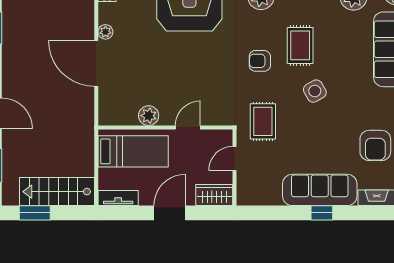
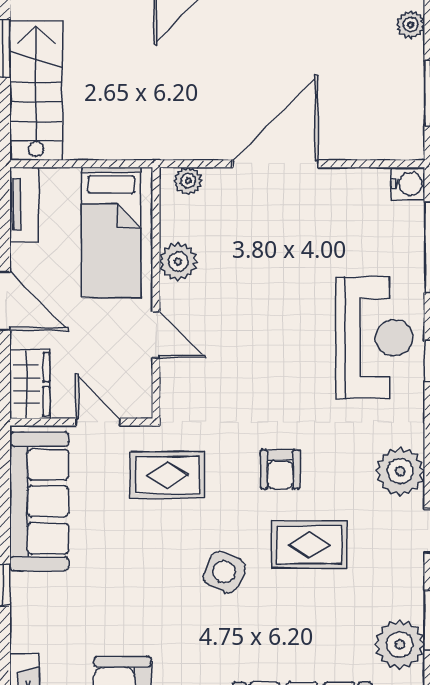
plant: (105, 32) -> (188, 181), moved
armchair: (260, 61) -> (280, 469), turned 180
side table: (315, 91) -> (224, 572), turned -36
sofa: (320, 190) -> (39, 501), moved

